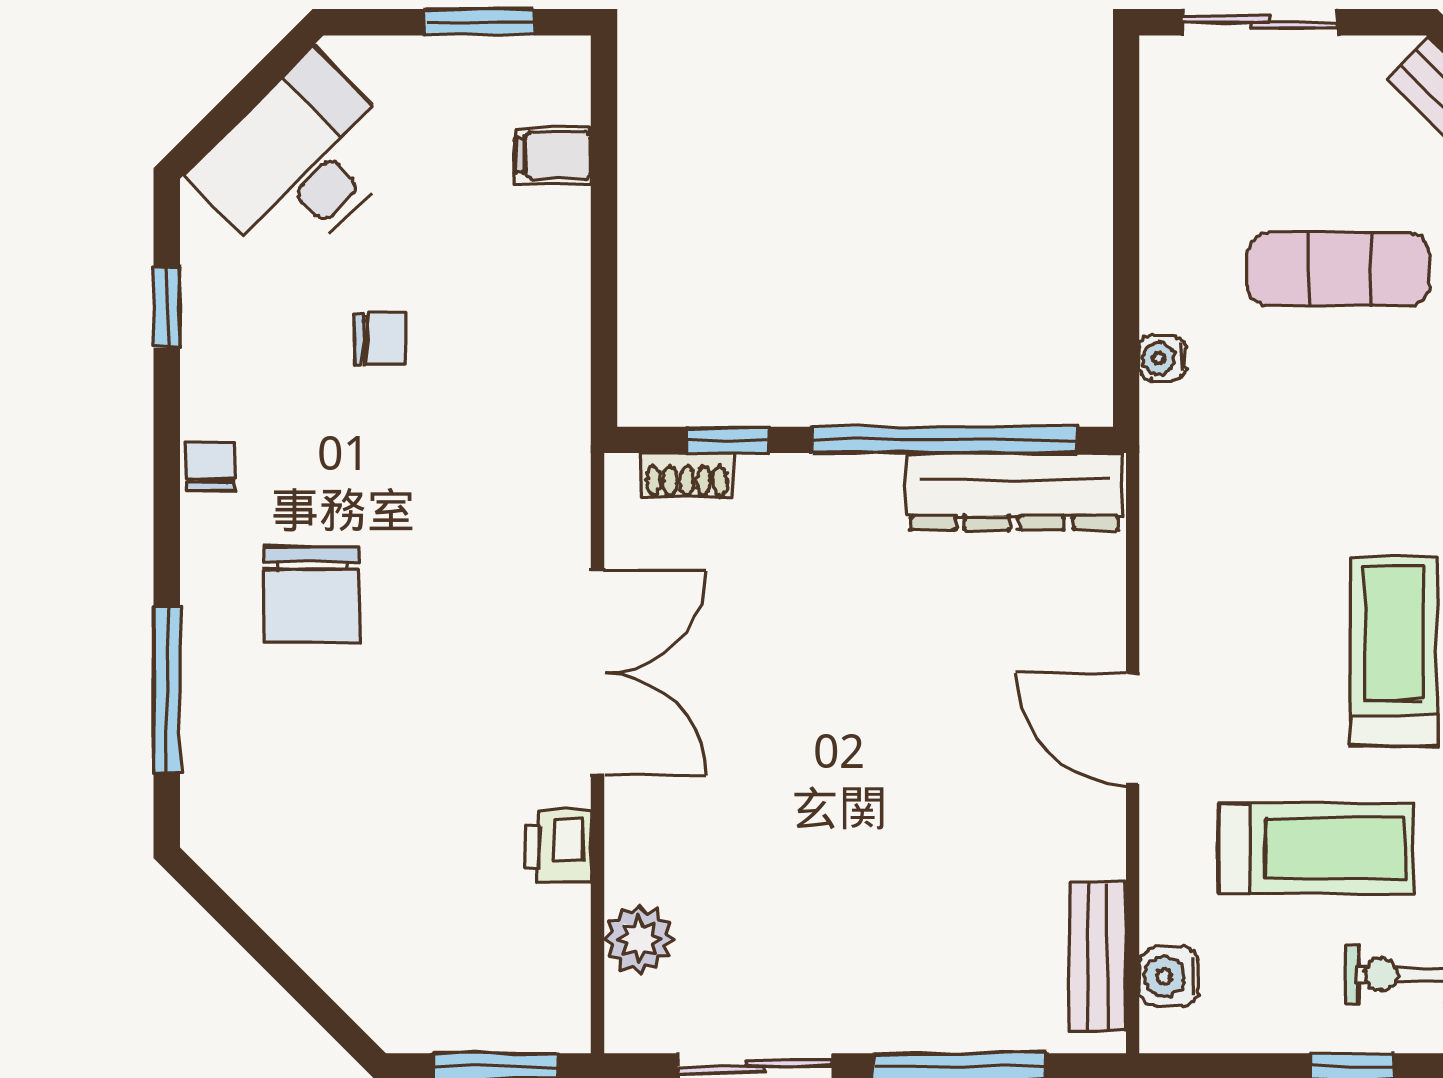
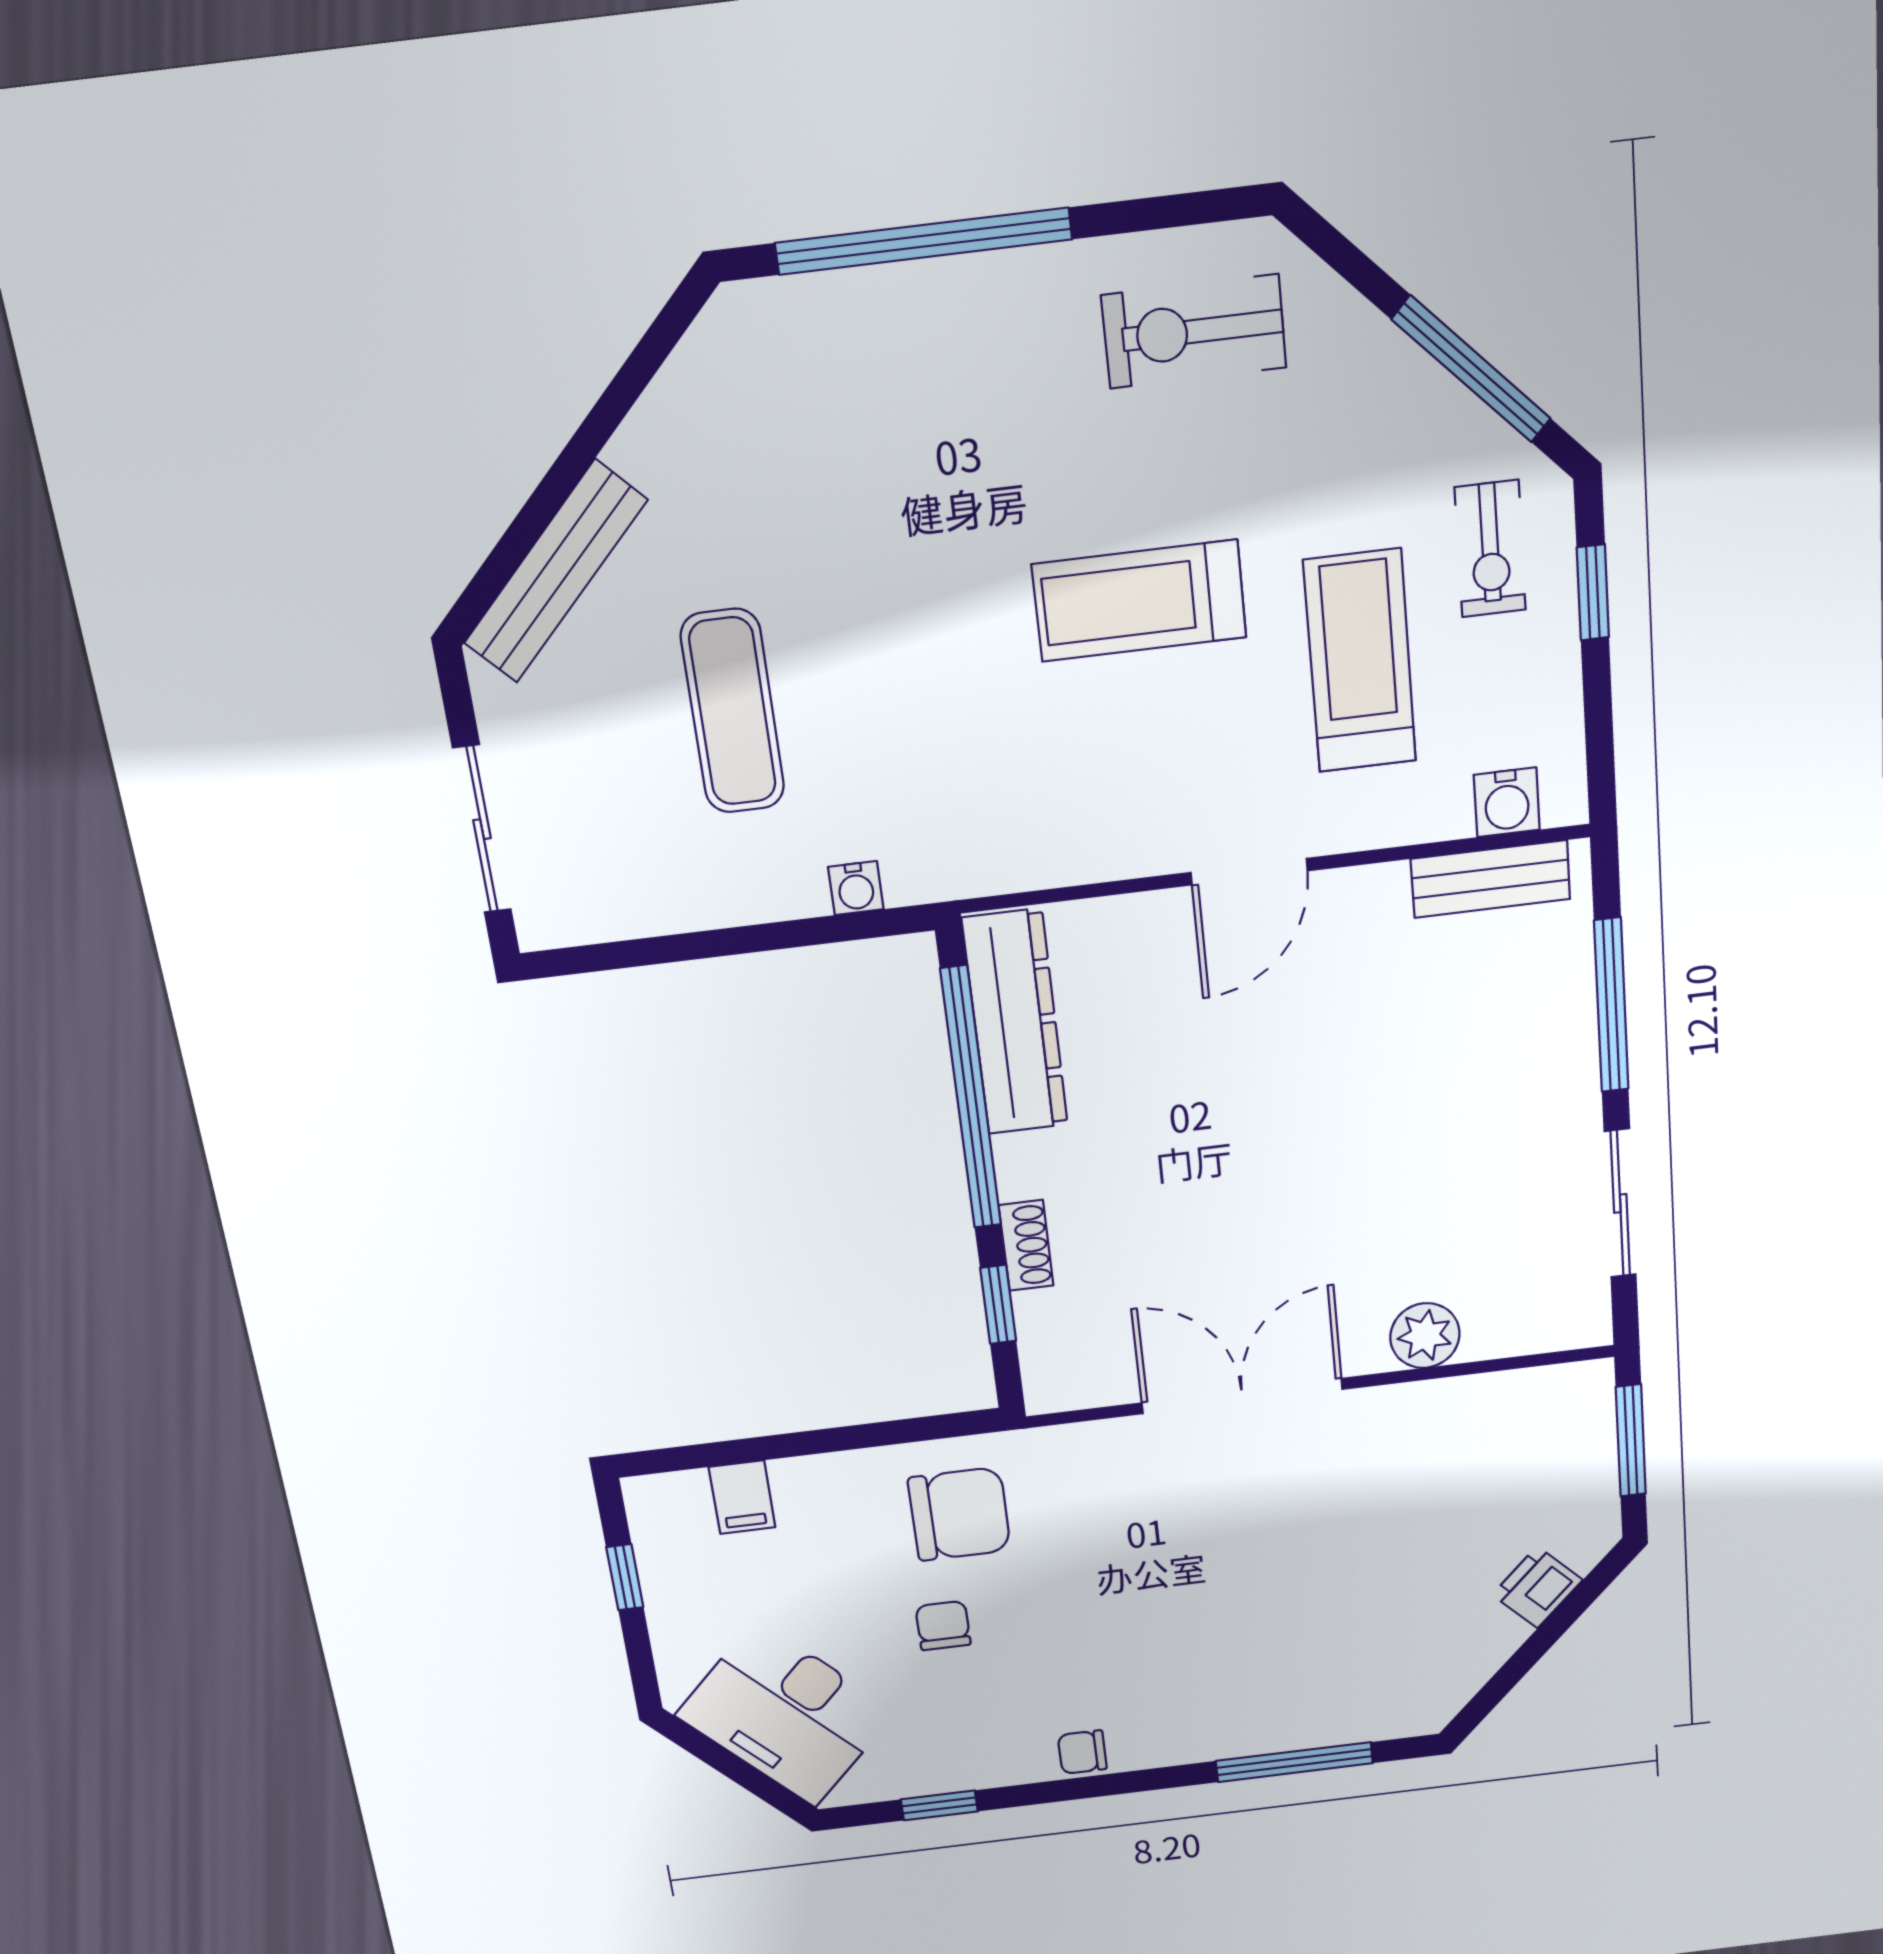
window: (480, 22) -> (625, 1577), width x0.67
shoe rack: (687, 475) -> (1026, 1245), moved
chair: (311, 594) -> (959, 1514), moved
printer: (558, 847) -> (1537, 1587), moved, turned 135
plant: (639, 939) -> (1425, 1336), moved

